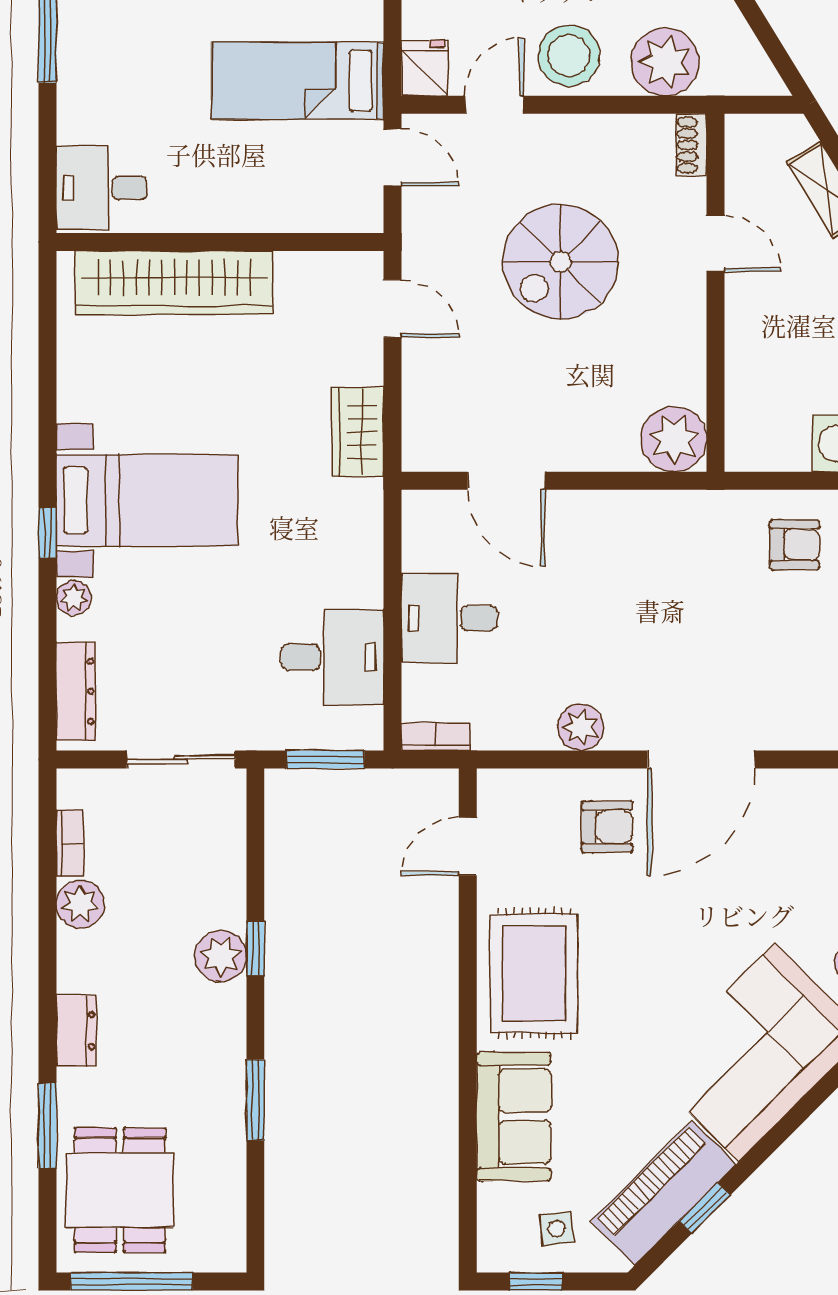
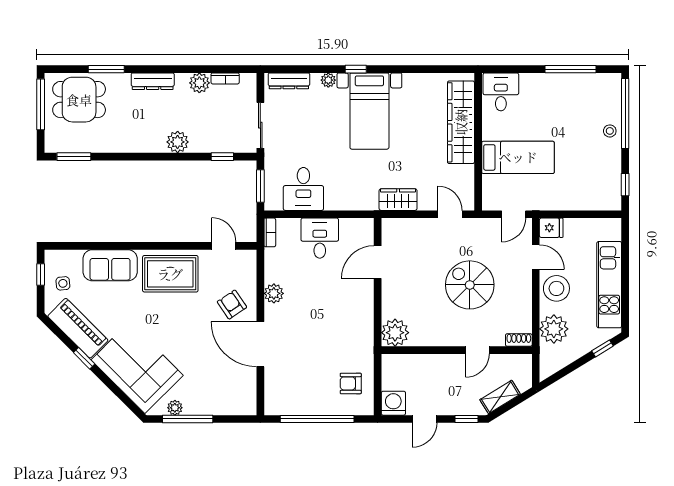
bed: (298, 81) -> (518, 157), moved, turned 90
door: (393, 308) -> (450, 214), swing flipped
armchair: (795, 545) -> (351, 383), turned 90
armchair: (607, 827) -> (232, 305), turned 146
window: (255, 949) -> (222, 157), moved
dresser: (76, 1031) -> (153, 81), width x1.44
window: (255, 1100) -> (74, 157), moved
window: (705, 1208) -> (84, 358), moved

